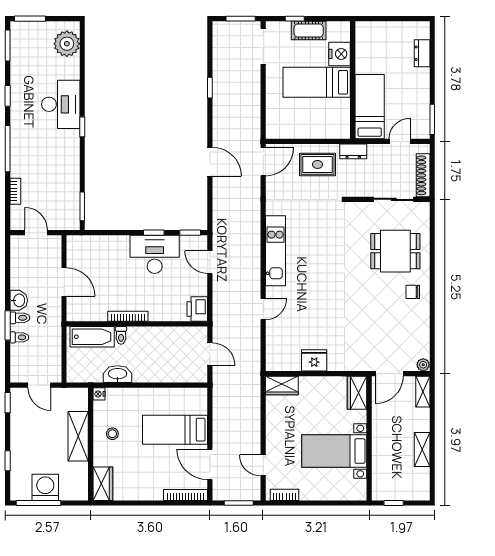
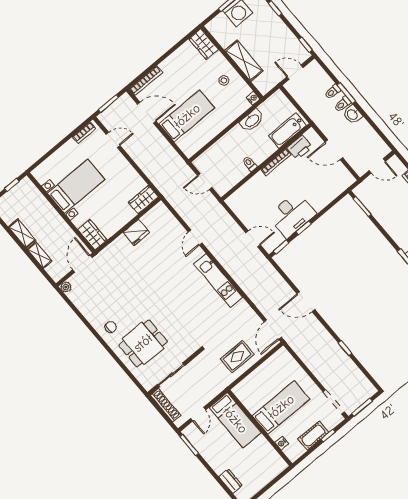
nightstand: (339, 54) -> (282, 443), width x0.53, depth x0.56
dresser: (353, 151) -> (222, 384), removed
printer: (197, 309) -> (300, 147), moved, turned 90
toilet: (121, 335) -> (250, 164), moved
shelving: (423, 392) -> (39, 255), moved

